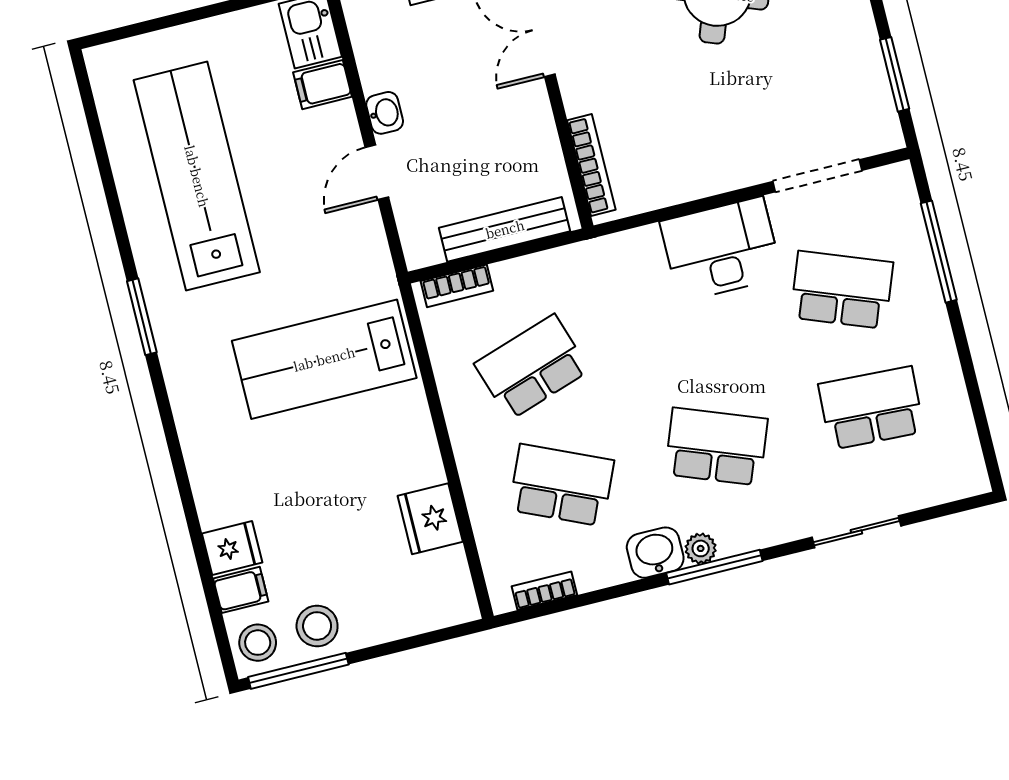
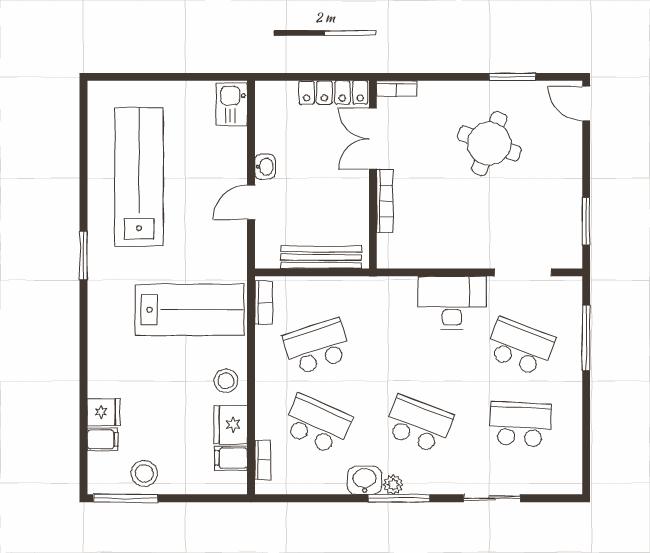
filing cabinet: (323, 85) -> (231, 458), moved
bookcase: (591, 165) -> (385, 201), moved
bookcase: (457, 286) -> (264, 303), moved, turned -90
lab bench: (324, 359) -> (190, 310), turned 180
bookcase: (544, 591) -> (263, 460), moved, turned 90
stool: (258, 643) -> (226, 381), moved

